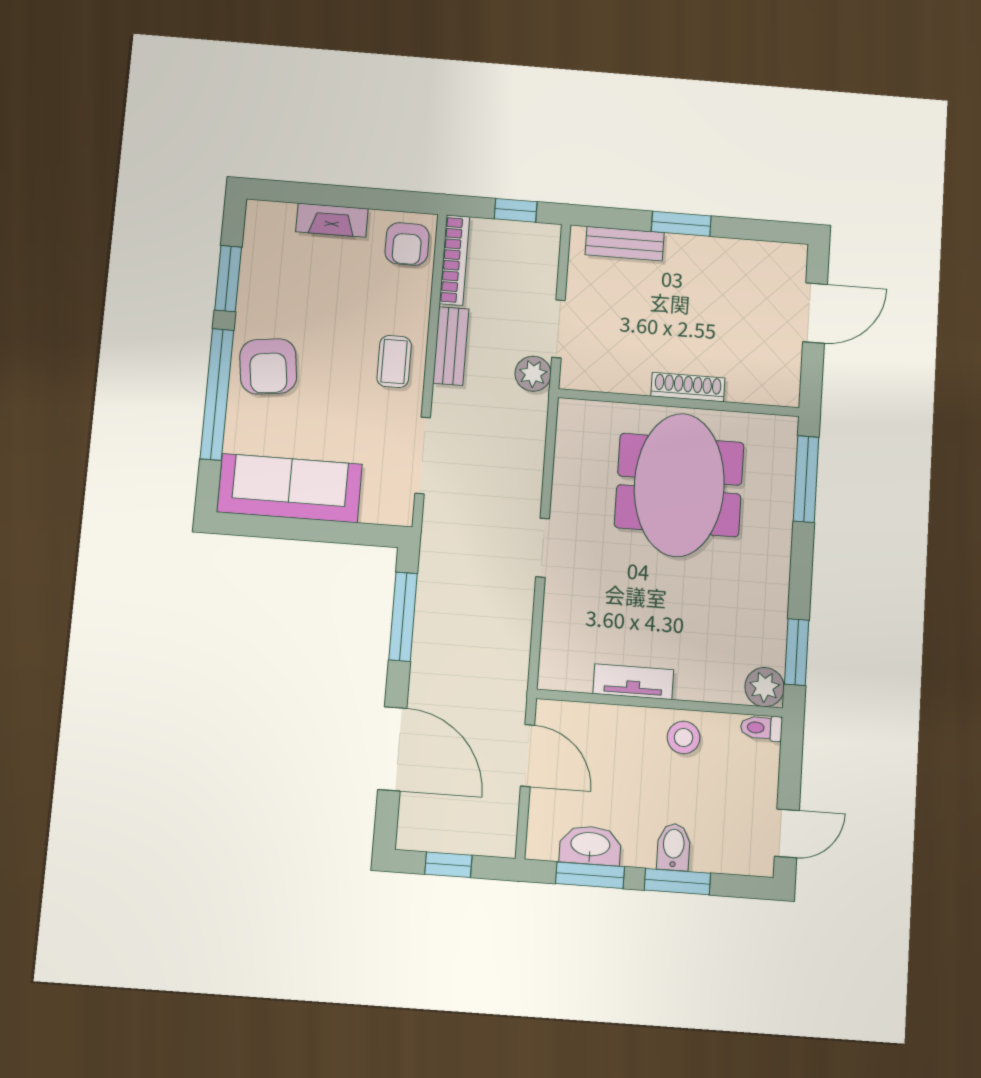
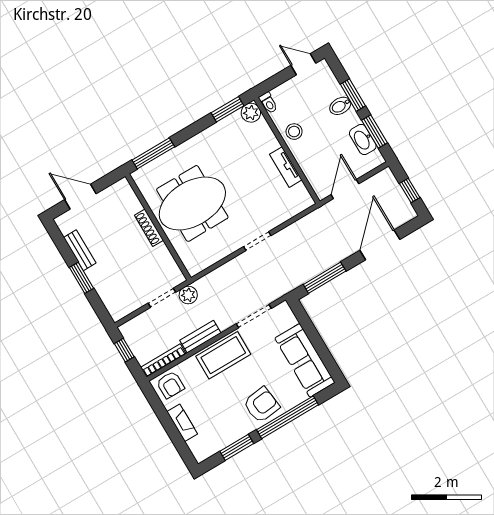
armchair: (407, 244) -> (170, 385), turned 90
bench: (625, 244) -> (80, 250), moved
coffee table: (394, 362) -> (223, 355), width x1.86, depth x1.72

